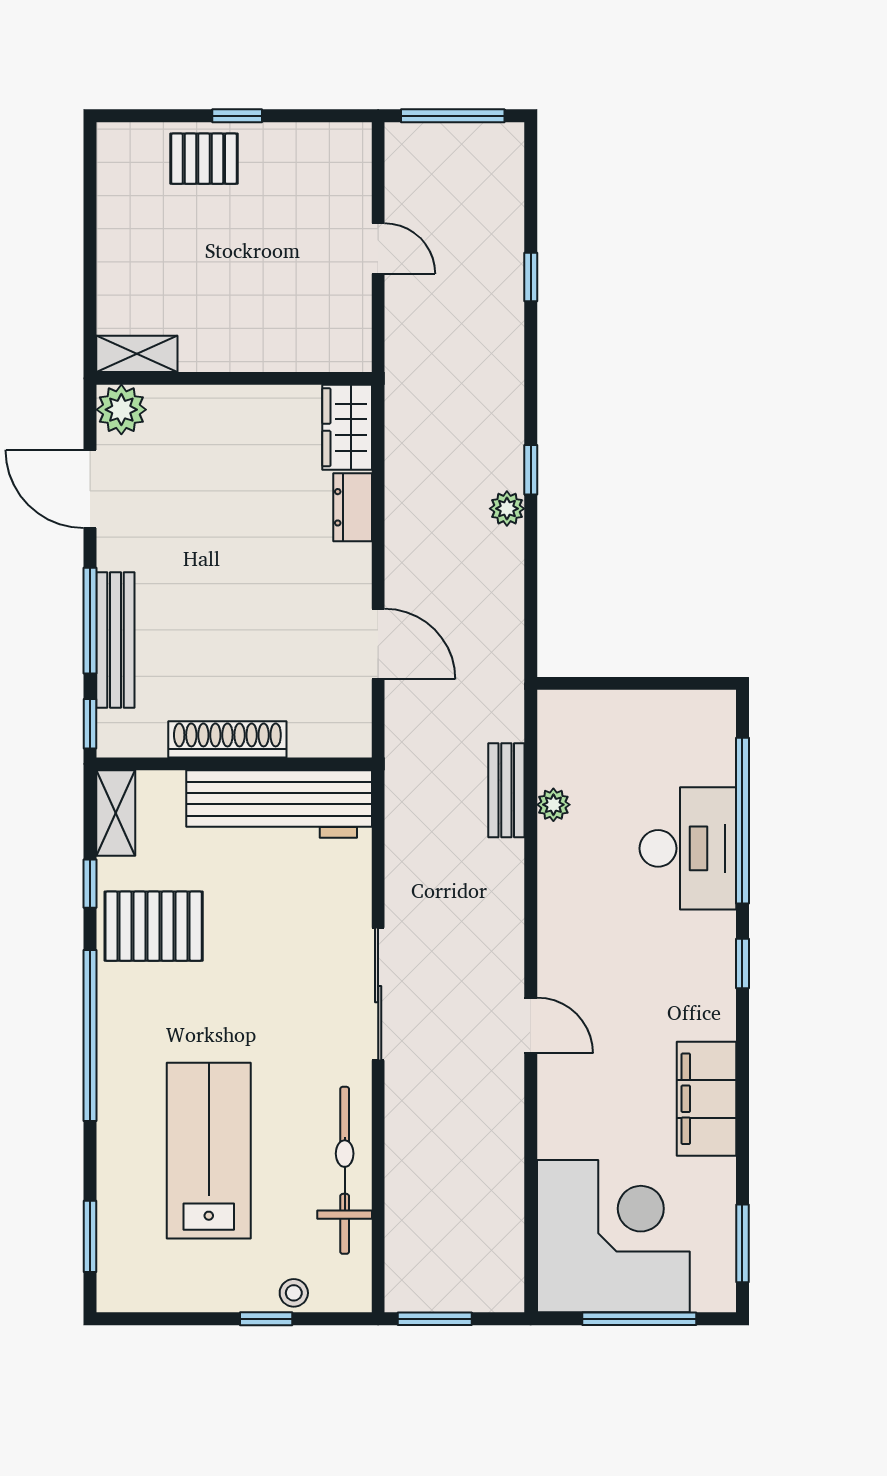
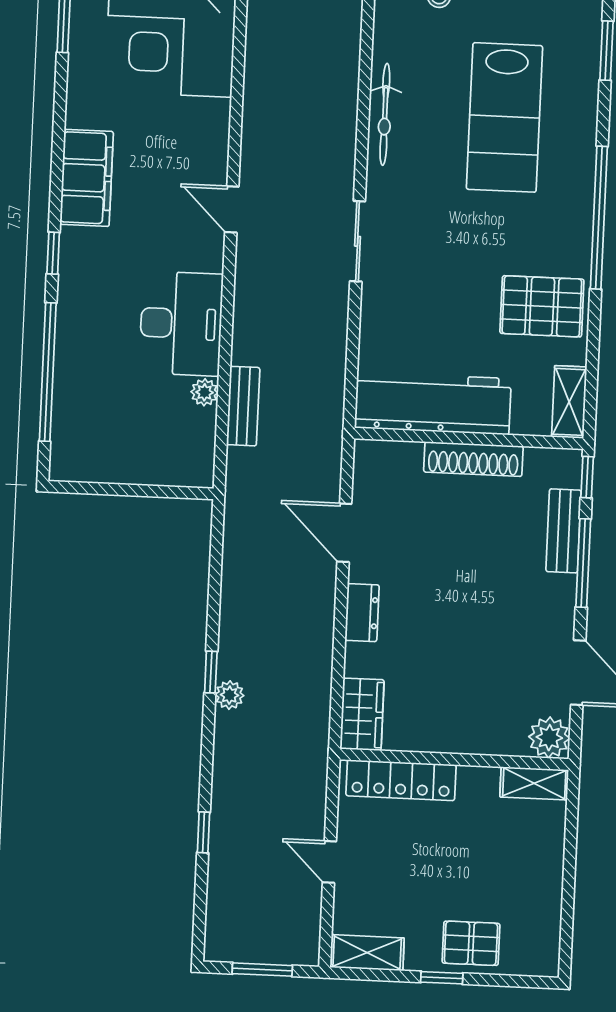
window: (453, 116) -> (262, 970), width x0.69
shelving: (328, 142) -> (367, 953), added
locker: (297, 350) -> (401, 780), added
dresser: (353, 507) -> (362, 613), moved
plant: (507, 509) -> (229, 695), moved
bench: (115, 640) -> (564, 531), width x0.73
desk: (688, 848) -> (181, 324), moved, turned 180
window: (90, 884) -> (593, 344), removed
sliding door: (378, 994) -> (358, 241), width x0.73
filing cabinet: (706, 1099) -> (87, 178), moved
bicycle: (345, 1170) -> (385, 114), width x0.73, depth x0.71

